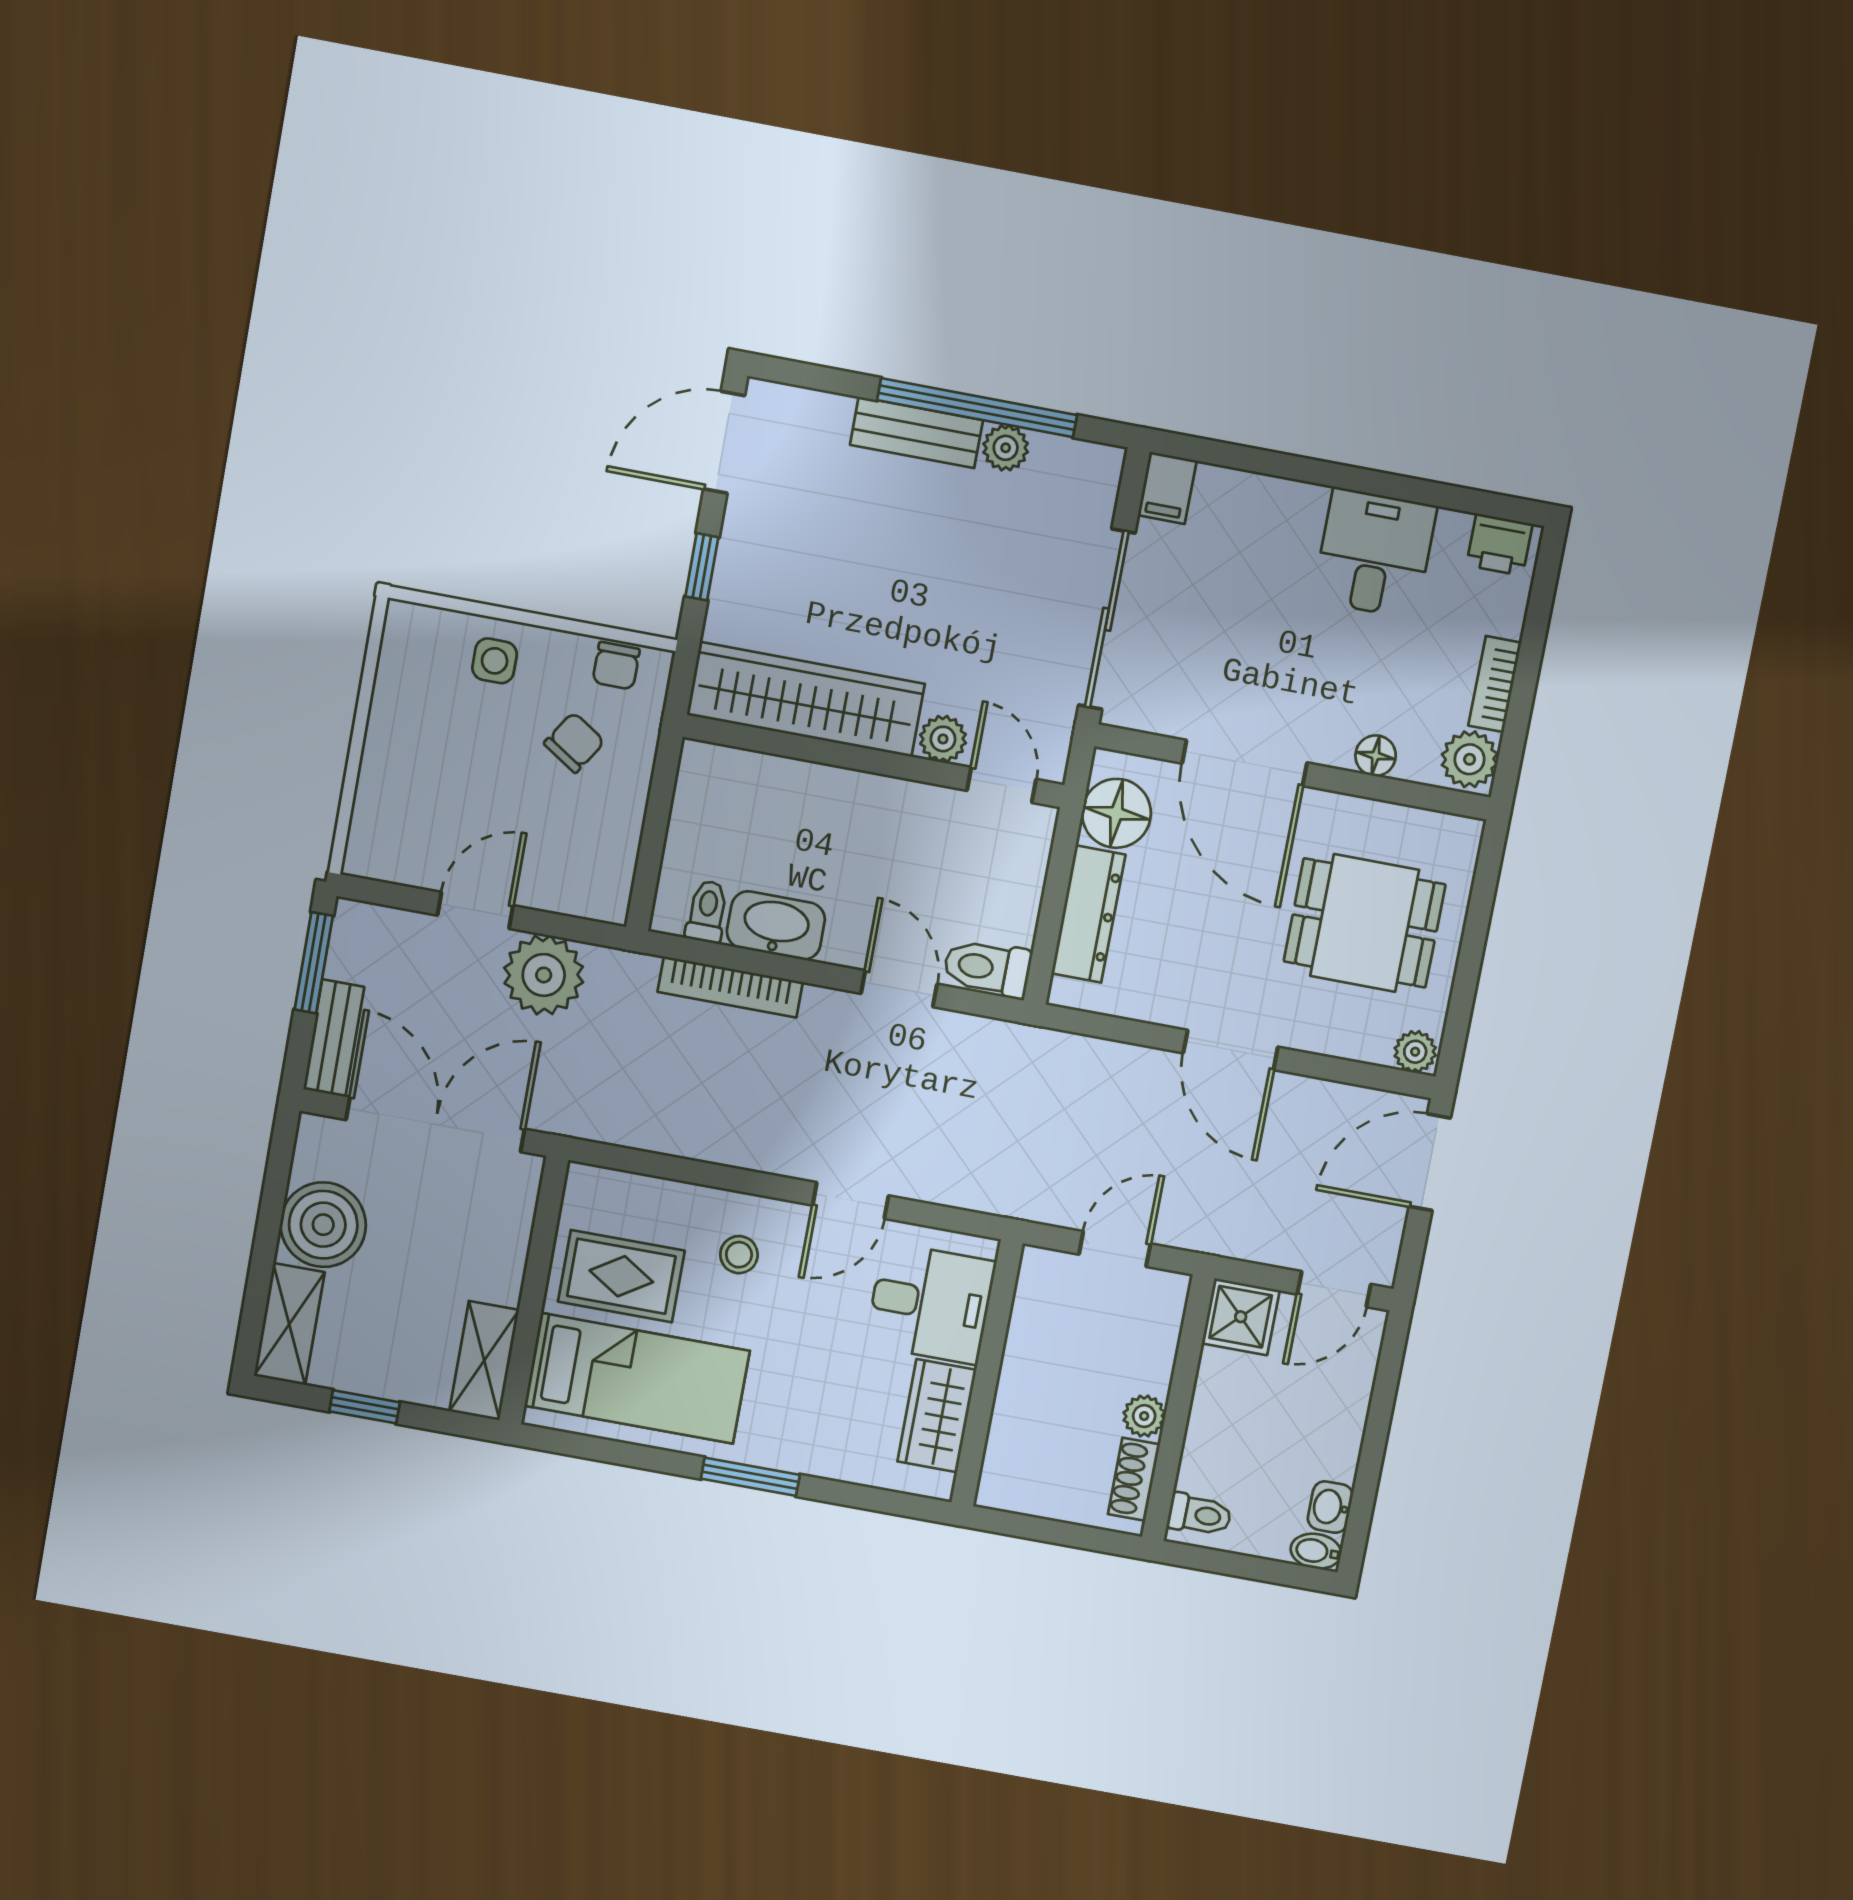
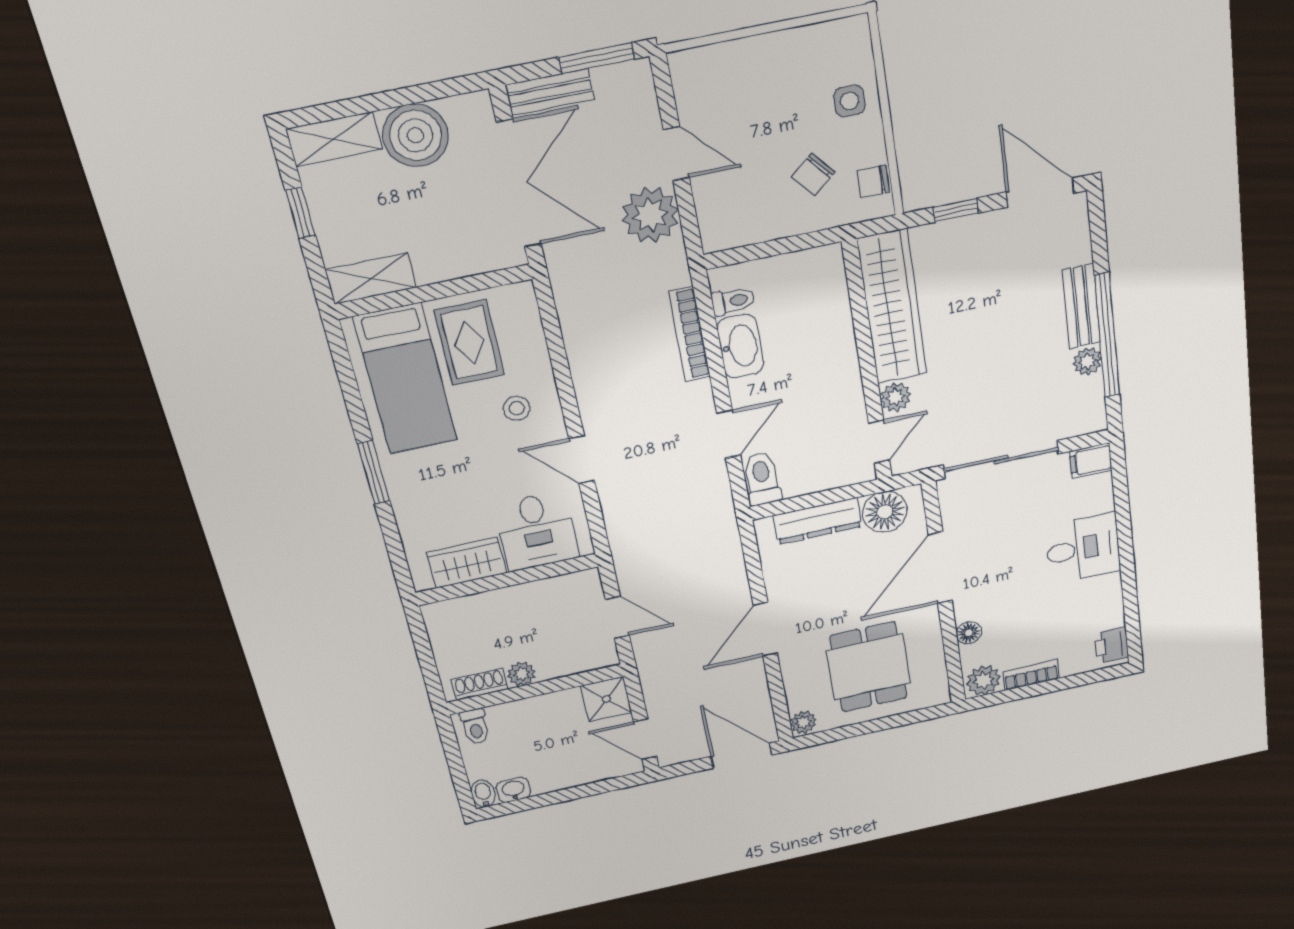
desk: (1375, 553) -> (1083, 548), moved
chair: (574, 742) -> (813, 174), turned 107

